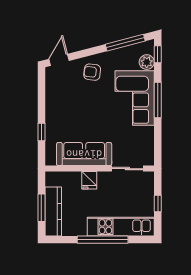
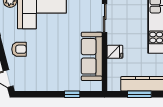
armchair: (92, 72) -> (19, 49), turned -97

